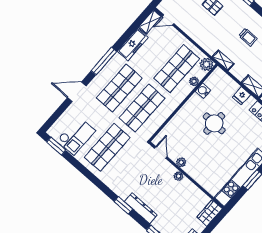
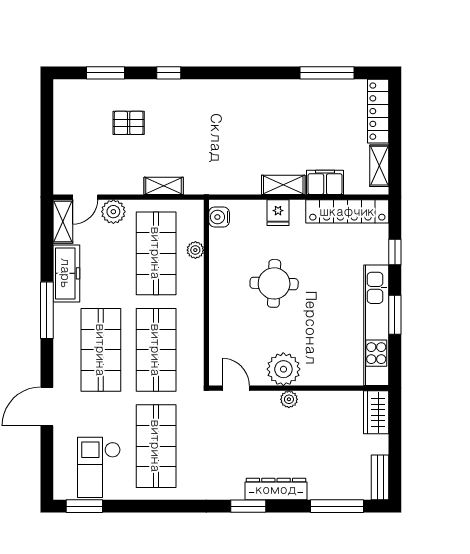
trolley: (248, 37) -> (216, 124), removed
shelving: (223, 60) -> (164, 186), moved
window: (104, 61) -> (47, 310), moved
plant: (206, 64) -> (113, 212), moved
water cooler: (203, 91) -> (219, 217), moved
checkout: (76, 135) -> (99, 467), turned 180
plant: (181, 162) -> (283, 369), width x1.87, depth x1.87

